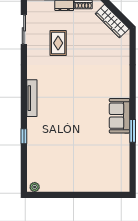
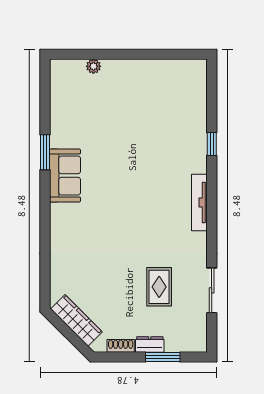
sliding door: (24, 29) -> (212, 290), moved
plant: (35, 187) -> (93, 66), moved

